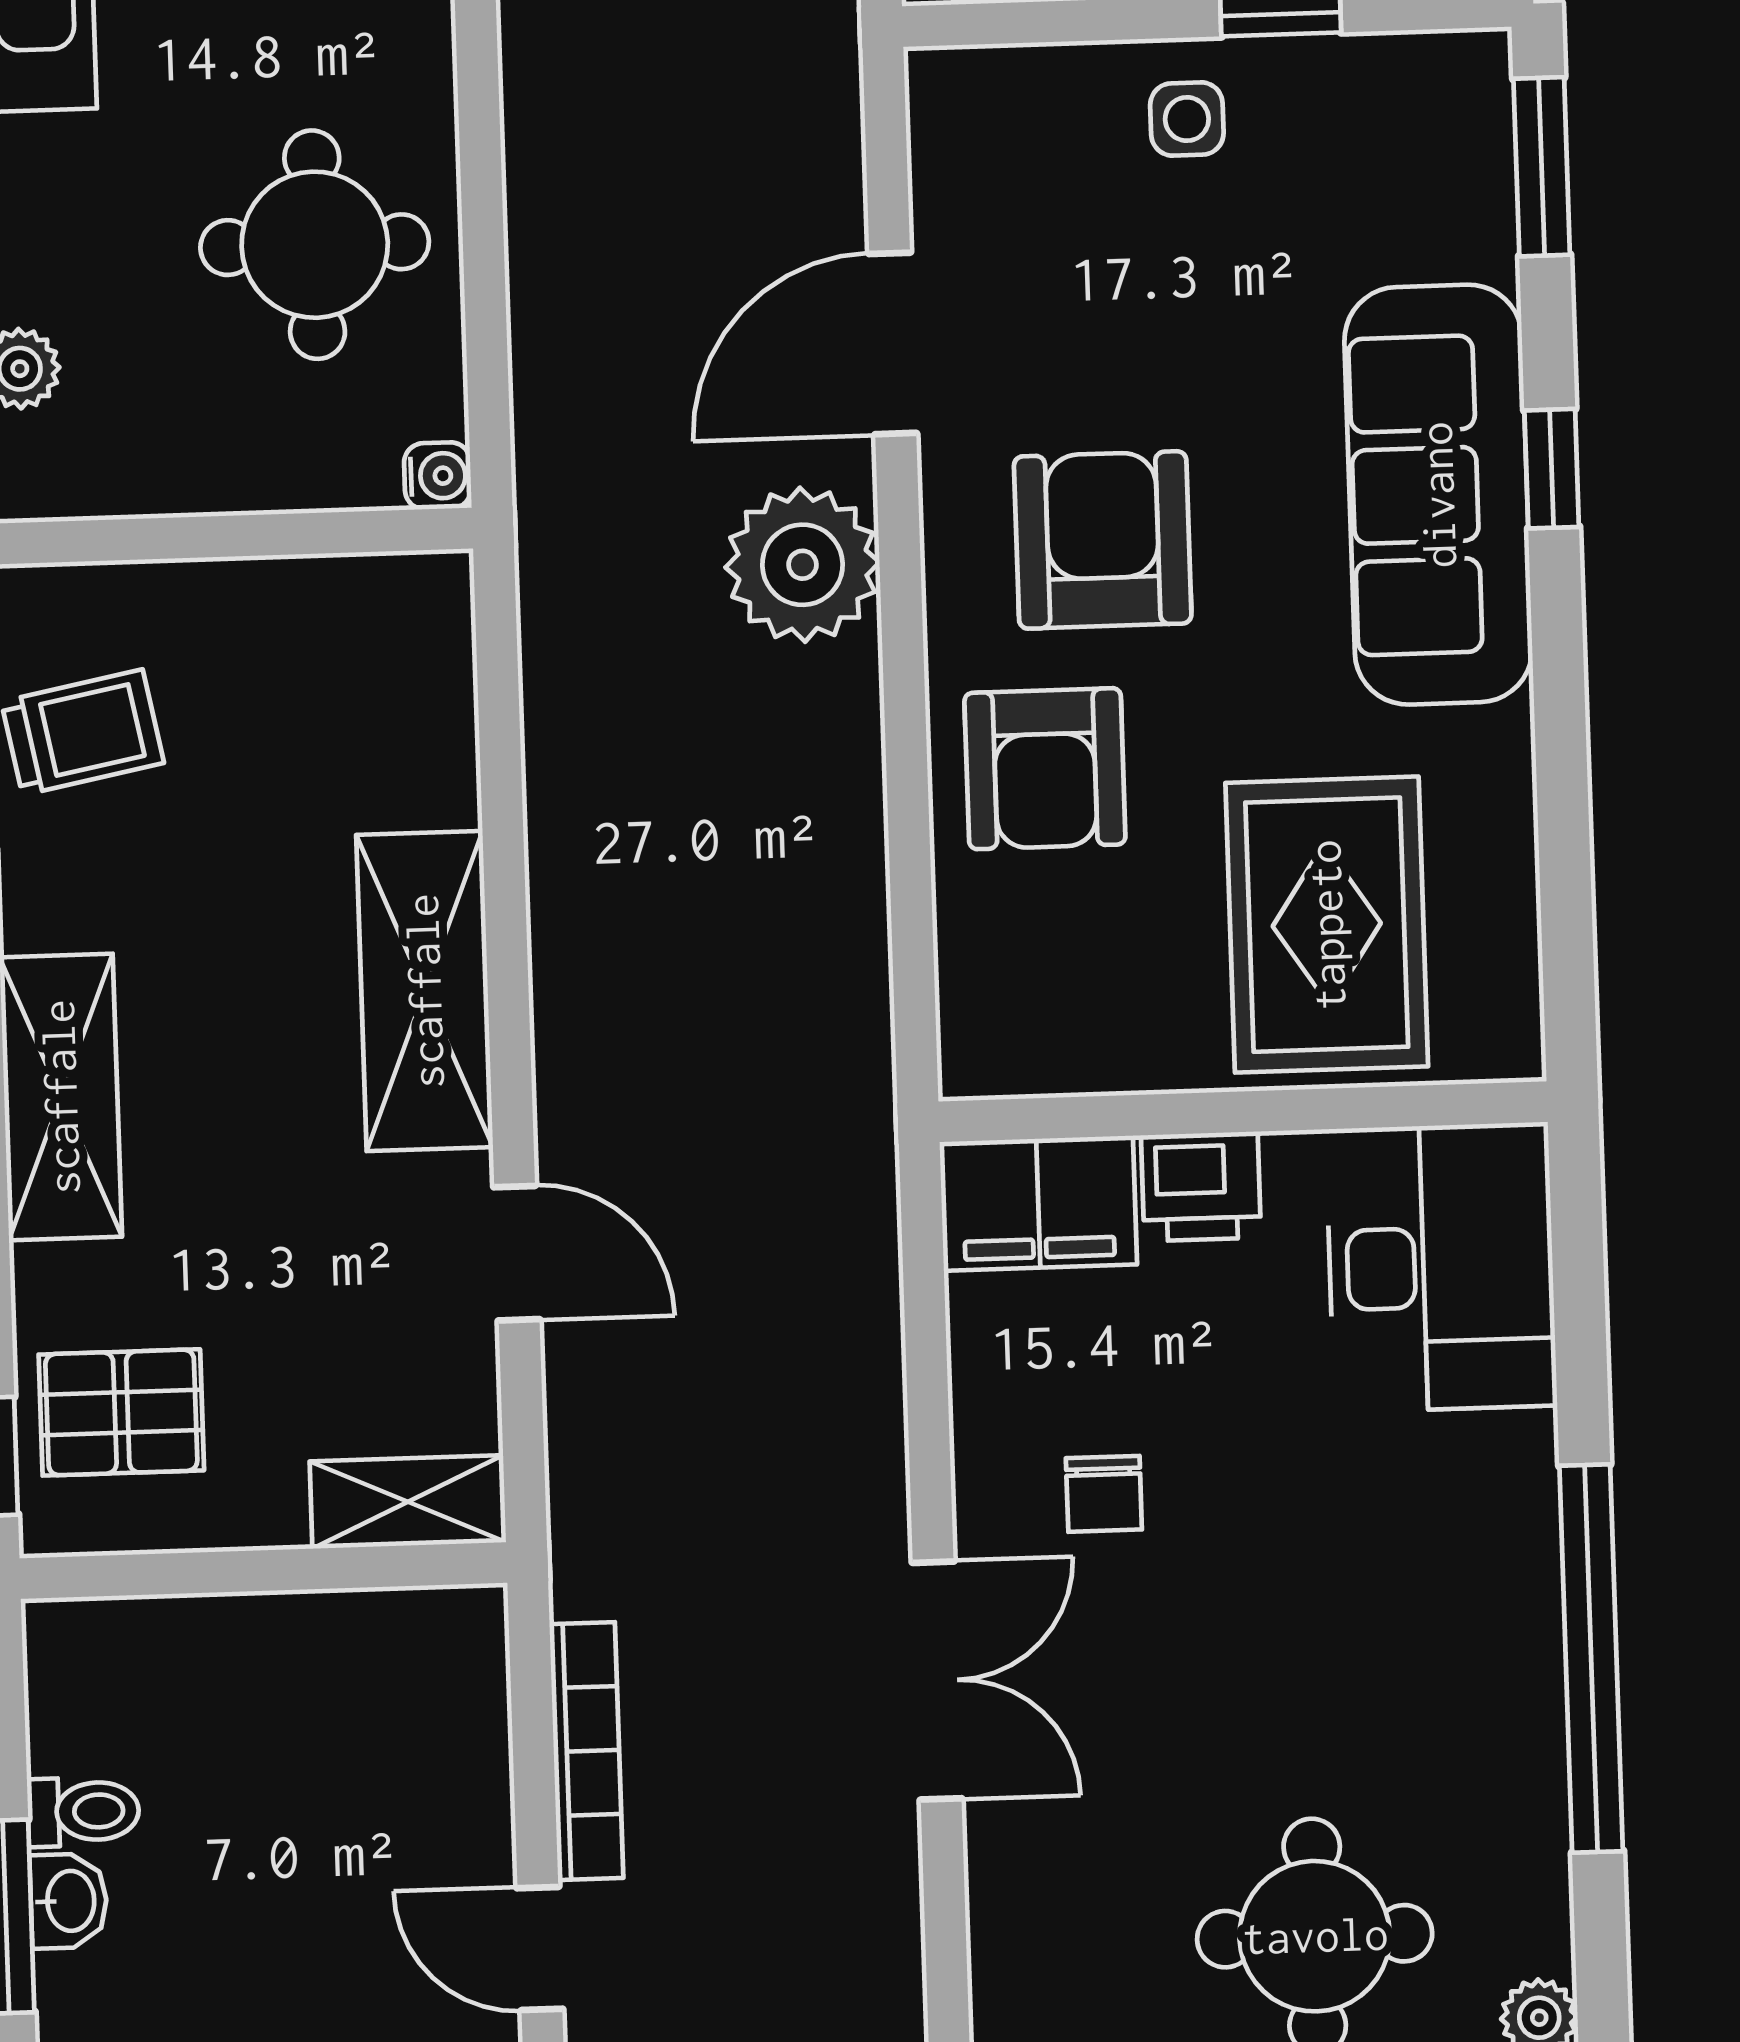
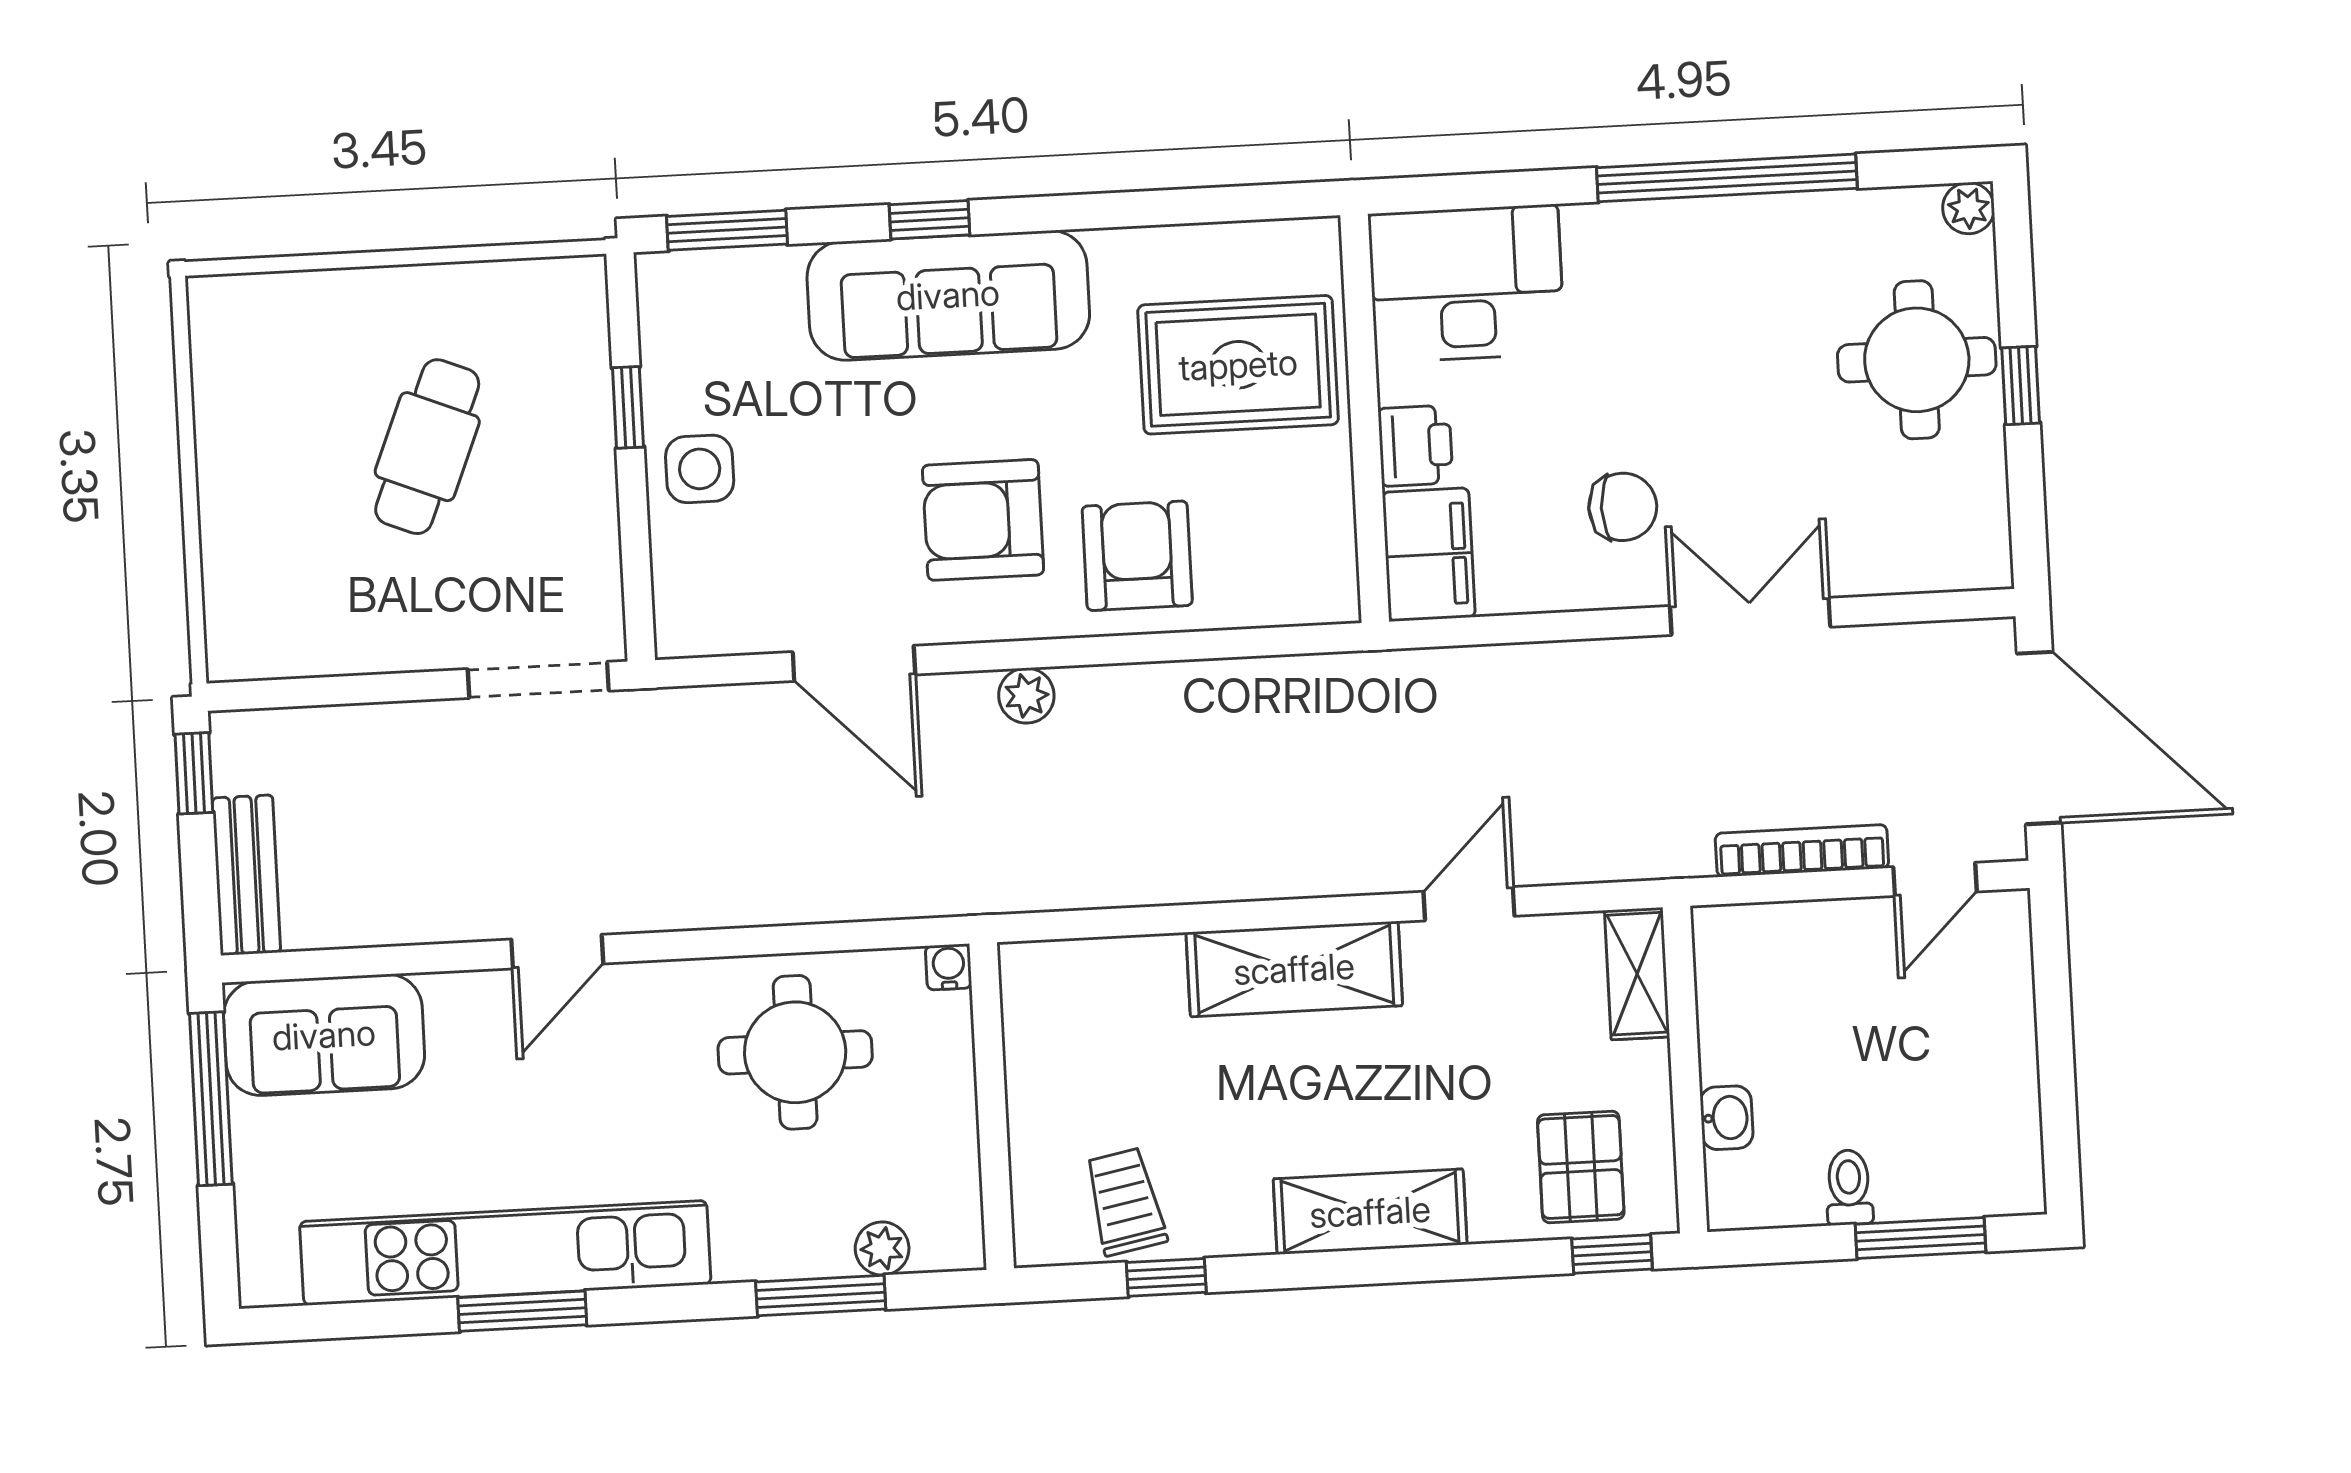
side table: (1187, 119) -> (700, 469), width x1.37, depth x1.37
plant: (802, 565) -> (1026, 696), width x0.53, depth x0.53
armchair: (1045, 769) -> (1137, 556), turned -90
chair: (1104, 1494) -> (1623, 507), width x1.37, depth x1.37
washbasin: (69, 1901) -> (1727, 1118), moved, turned 90

